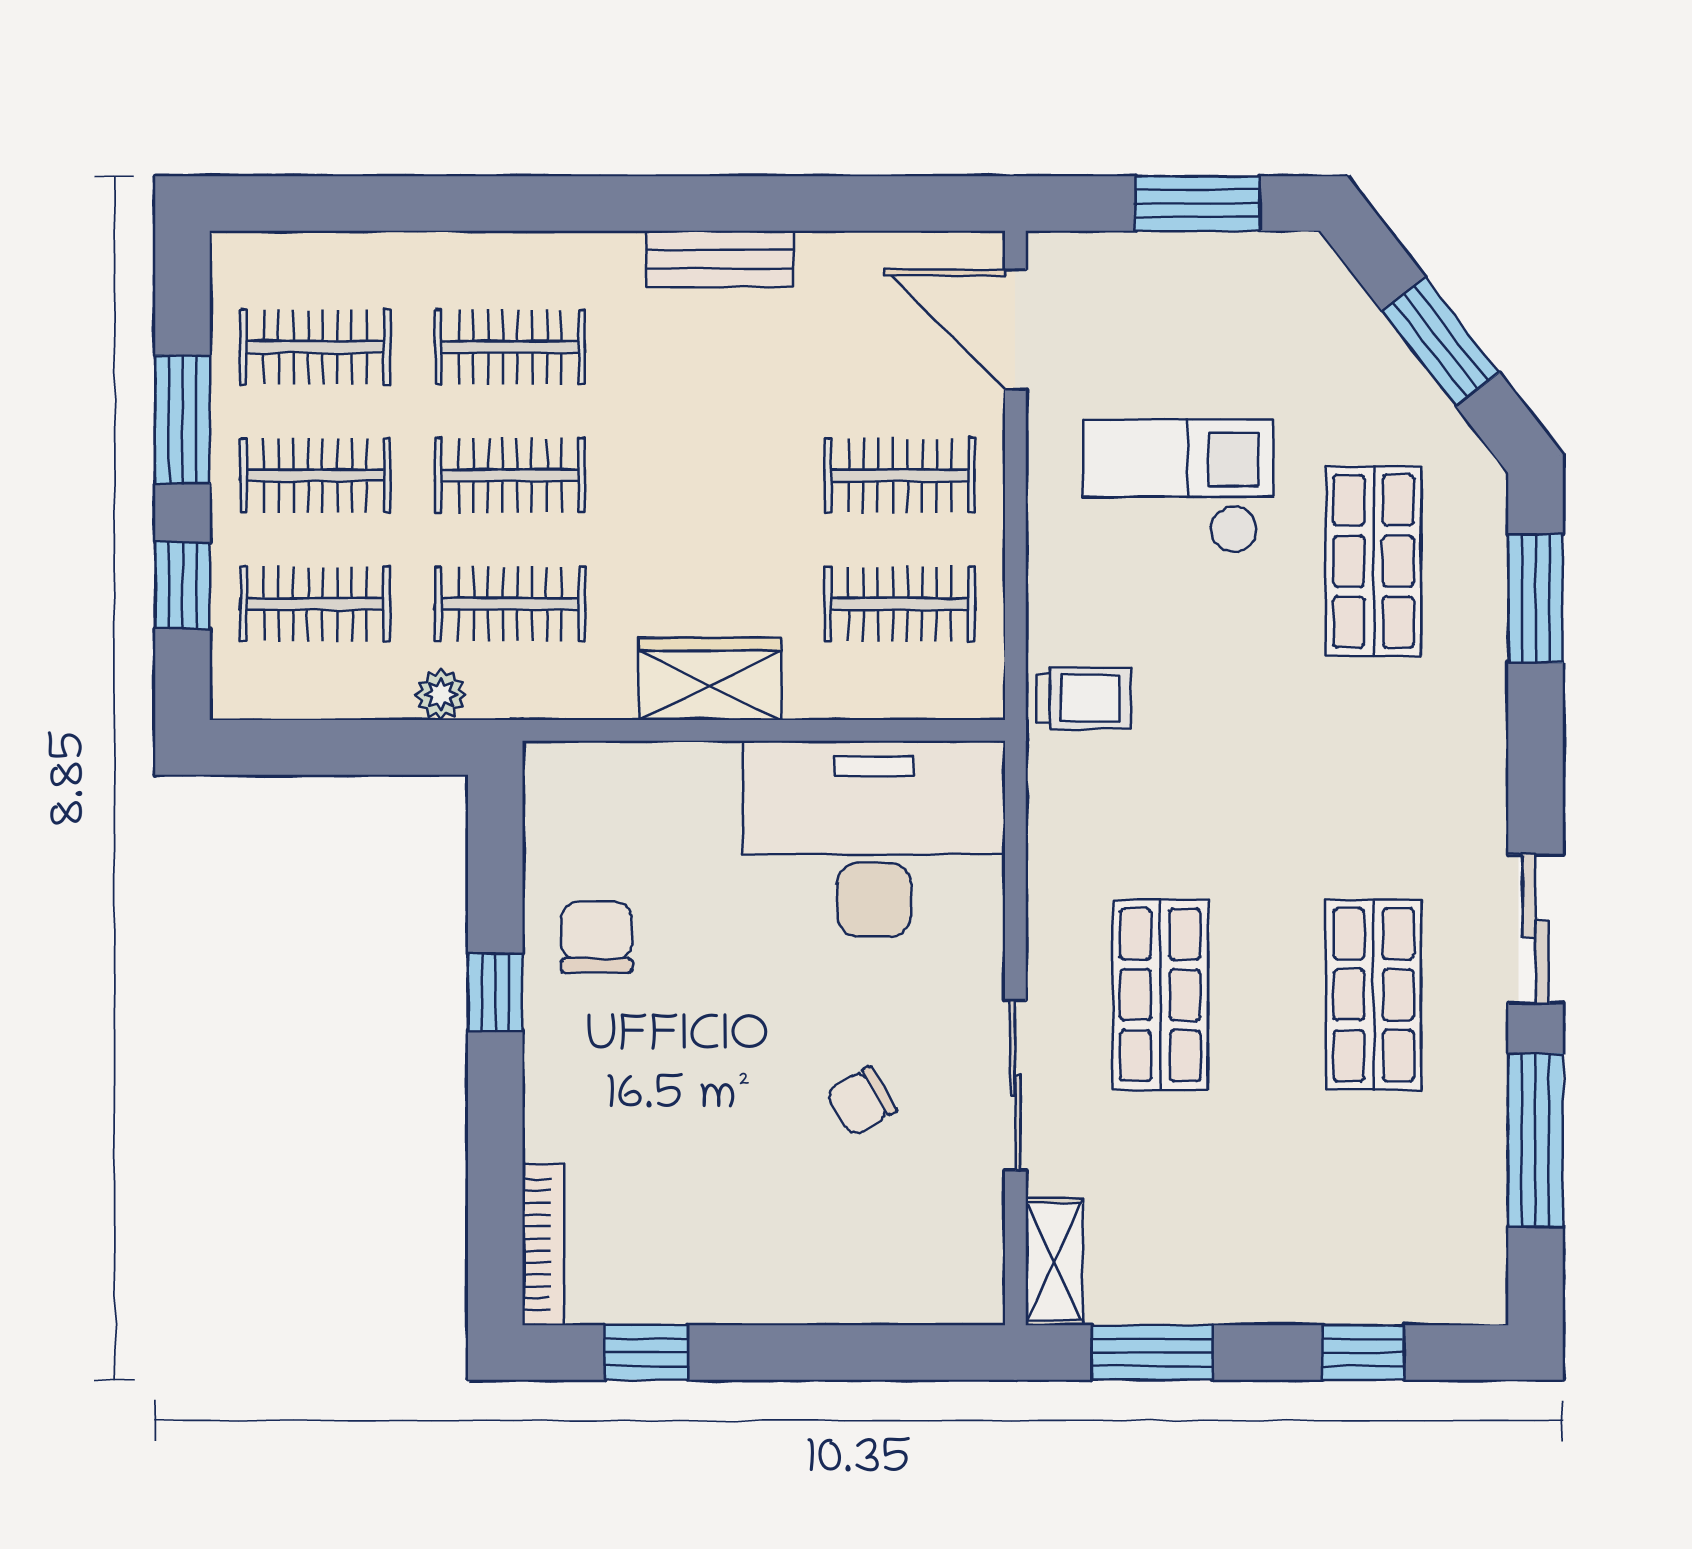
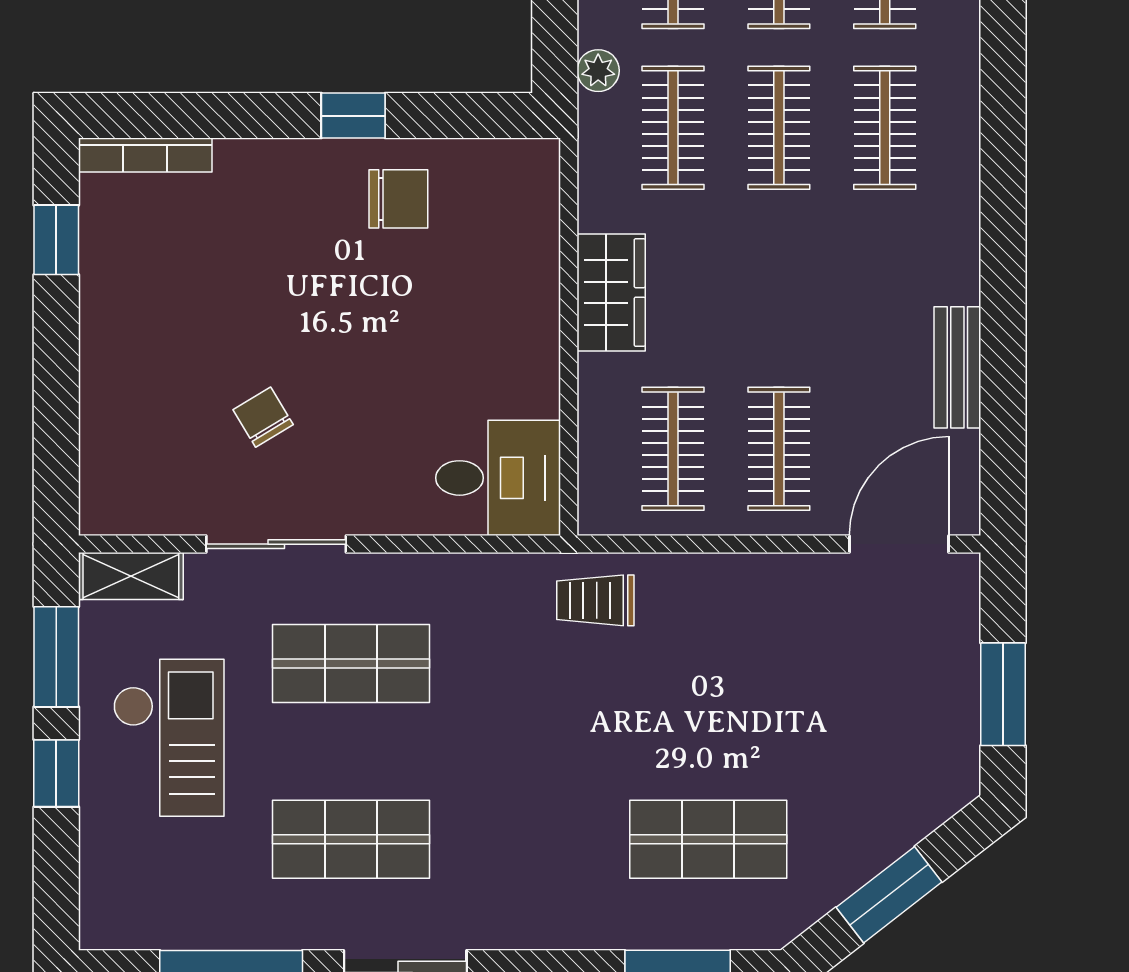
bench: (720, 259) -> (957, 367), moved
checkout: (1178, 486) -> (169, 738), moved
trolley: (1084, 698) -> (595, 600), turned 90
desk: (874, 839) -> (498, 478), width x0.53, depth x0.77
window: (1363, 1352) -> (56, 773), moved

